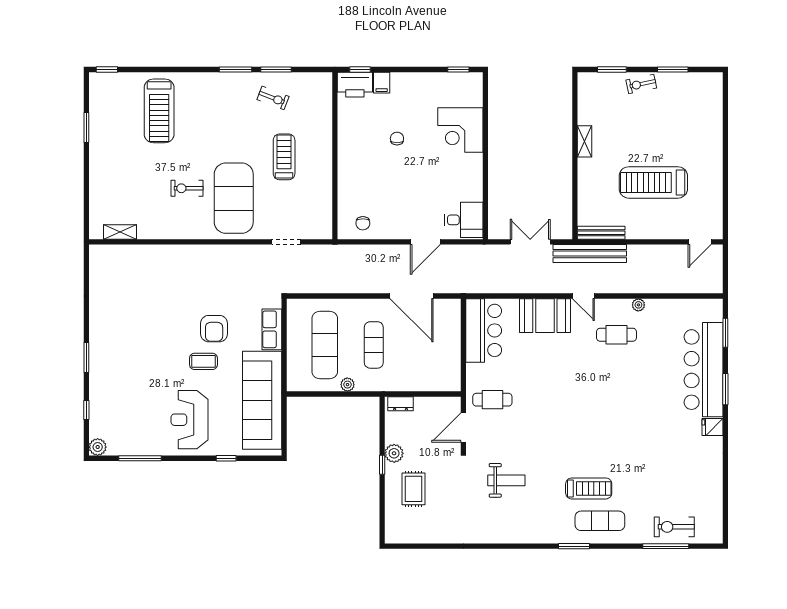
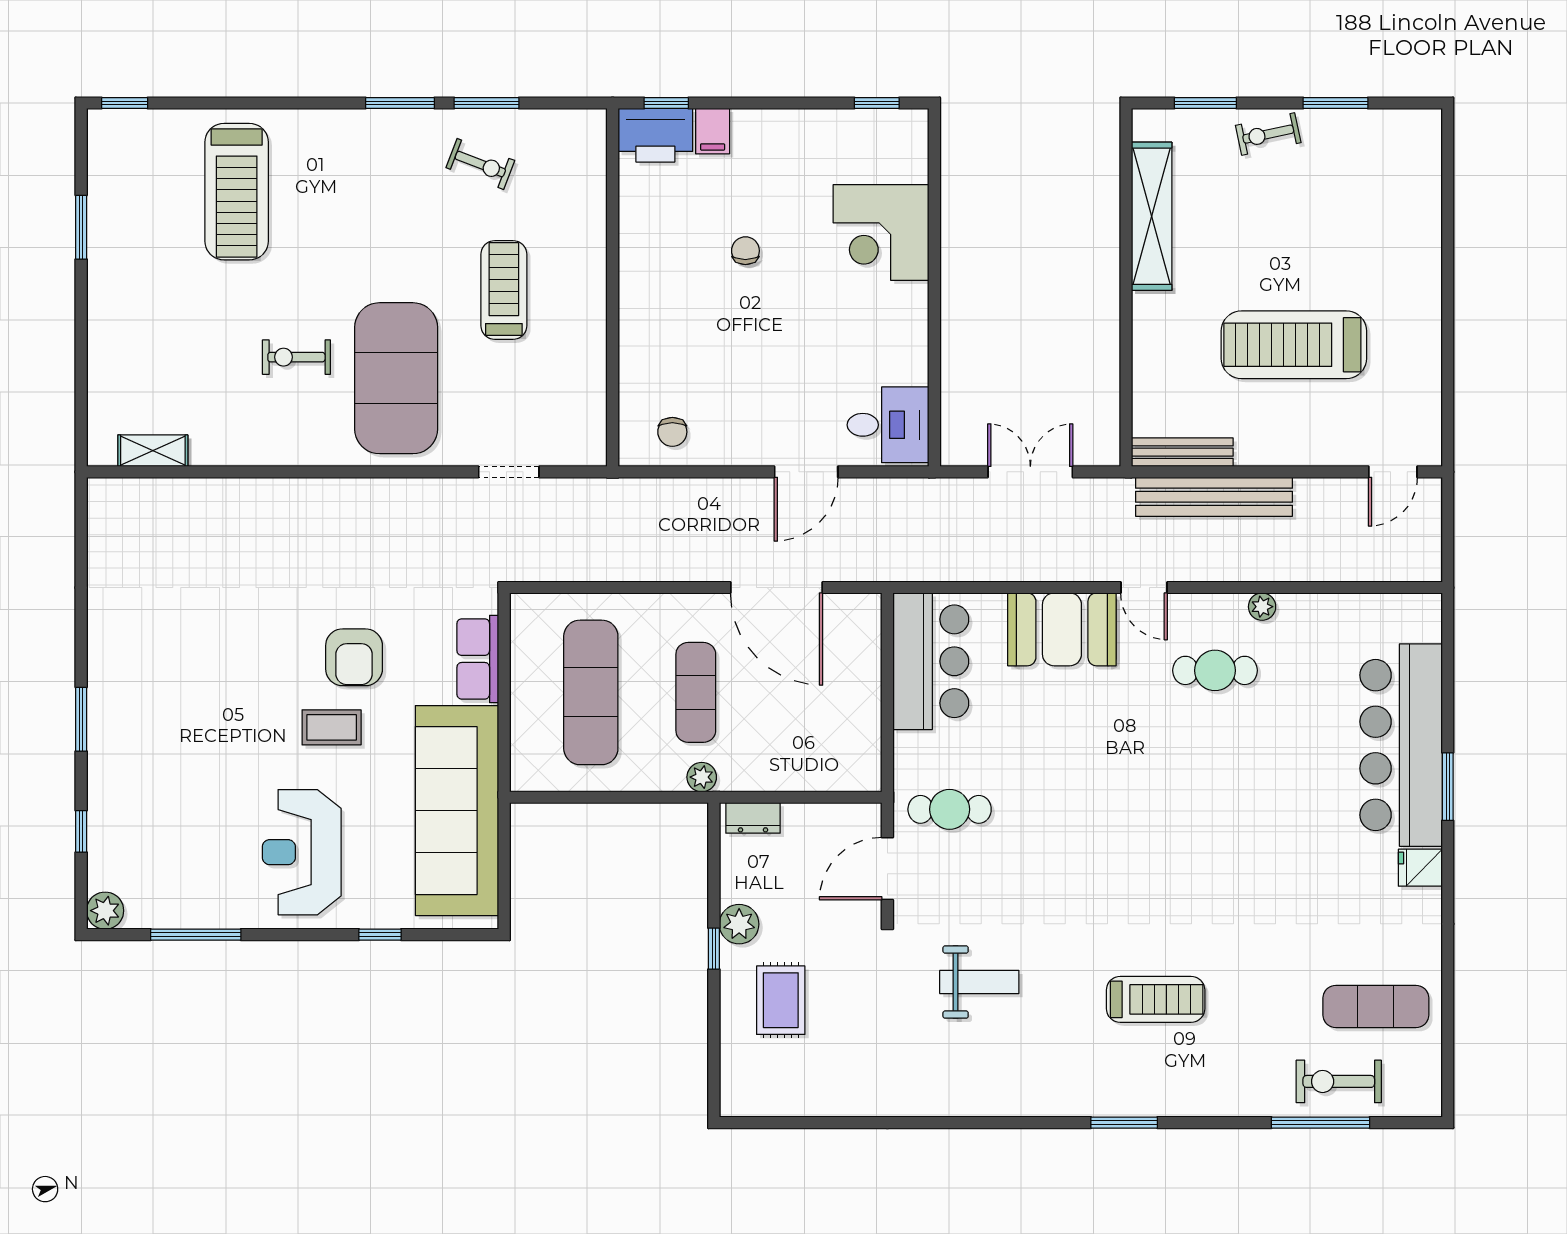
shelving: (585, 141) -> (1152, 216), width x2.20, depth x1.33
bench: (590, 254) -> (1214, 497), moved
window: (725, 333) -> (1448, 666), removed
plant: (347, 385) -> (702, 777), moved
exercise mat: (600, 521) -> (1376, 1006), moved

